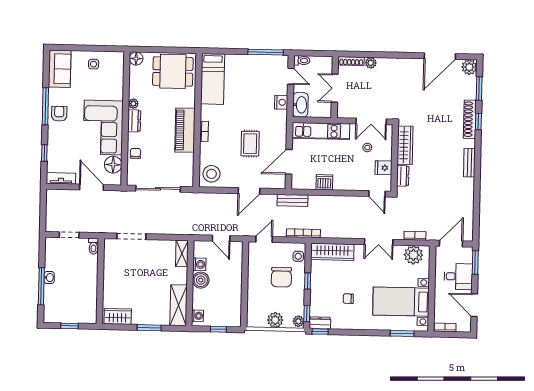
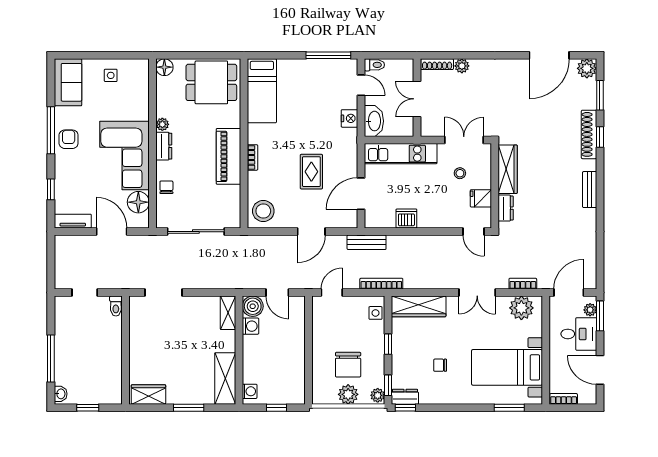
double door: (371, 121) -> (464, 140), swing flipped
plant: (468, 258) -> (590, 310), added
chair: (281, 277) -> (348, 365), moved
washbasin: (49, 278) -> (61, 394), moved
boiler: (201, 280) -> (253, 306), moved

